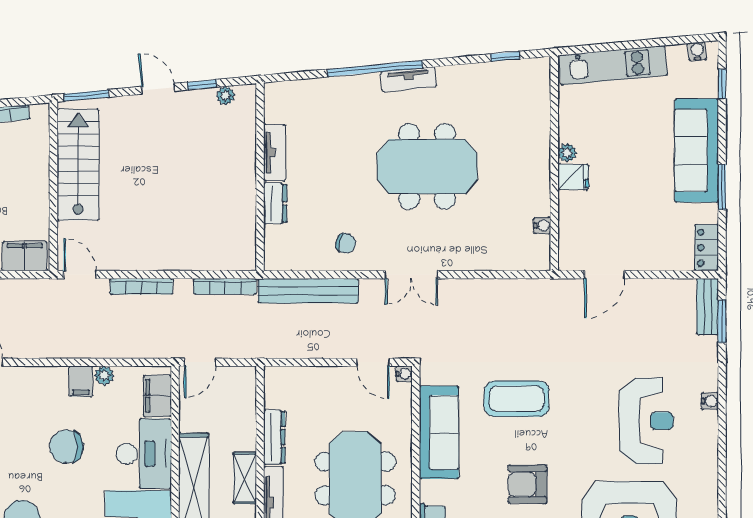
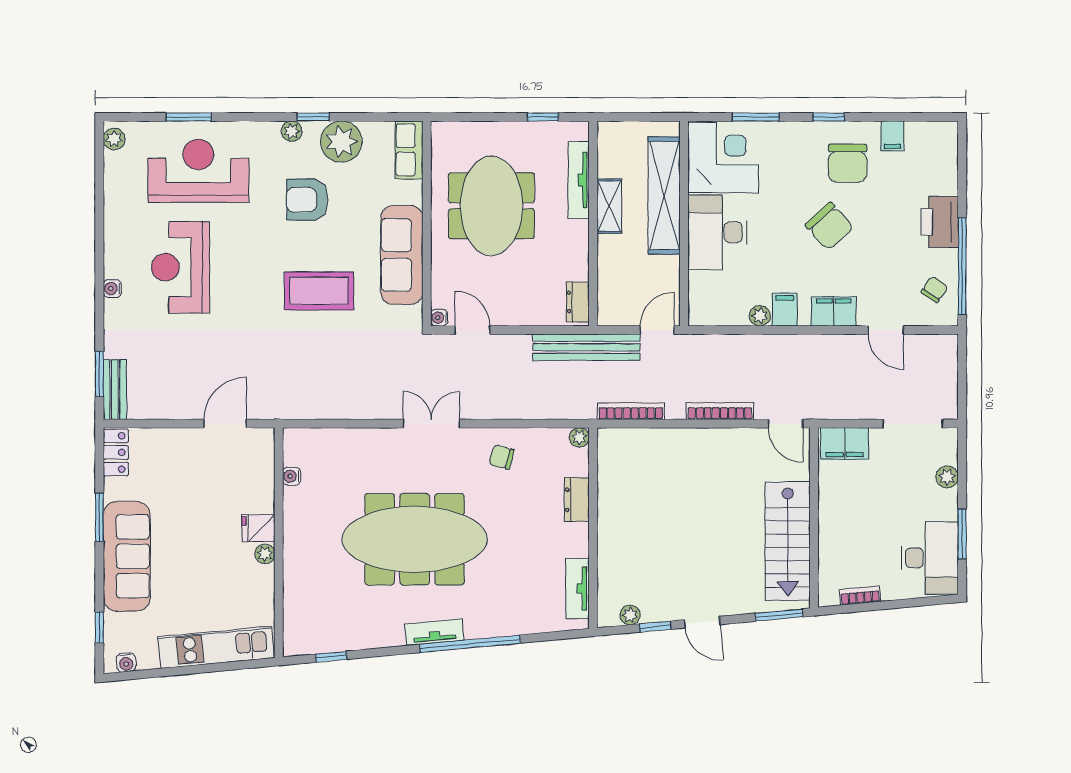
tv unit: (275, 153) -> (578, 589), moved
meeting table: (427, 166) -> (415, 539), width x1.36
plant: (273, 262) -> (579, 437), added
bench: (308, 291) -> (586, 347), moved
filing cabinet: (157, 396) -> (834, 311), moved, turned -90
dresser: (274, 437) -> (578, 302), moved, width x0.70
chair: (66, 447) -> (829, 226), moved, turned 48
armchair: (528, 484) -> (307, 200), turned 180

